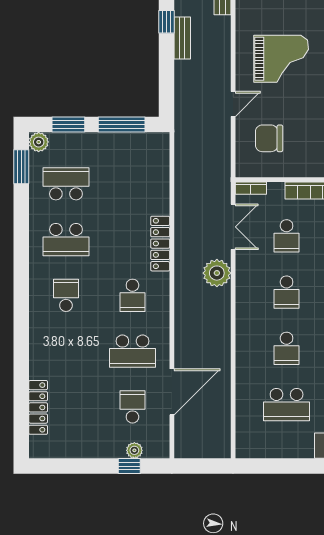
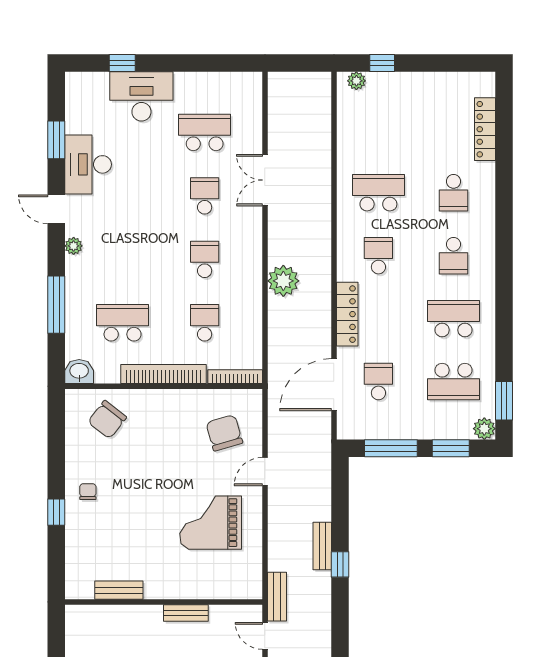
chair: (269, 138) -> (224, 433), turned -106
school desk: (132, 184) -> (378, 382), added
bookcase: (251, 188) -> (235, 377), width x1.56
double door: (233, 227) -> (265, 180), moved
door: (172, 392) -> (334, 385), moved
school desk: (132, 407) -> (454, 193), moved
plant: (134, 450) -> (356, 81), moved

